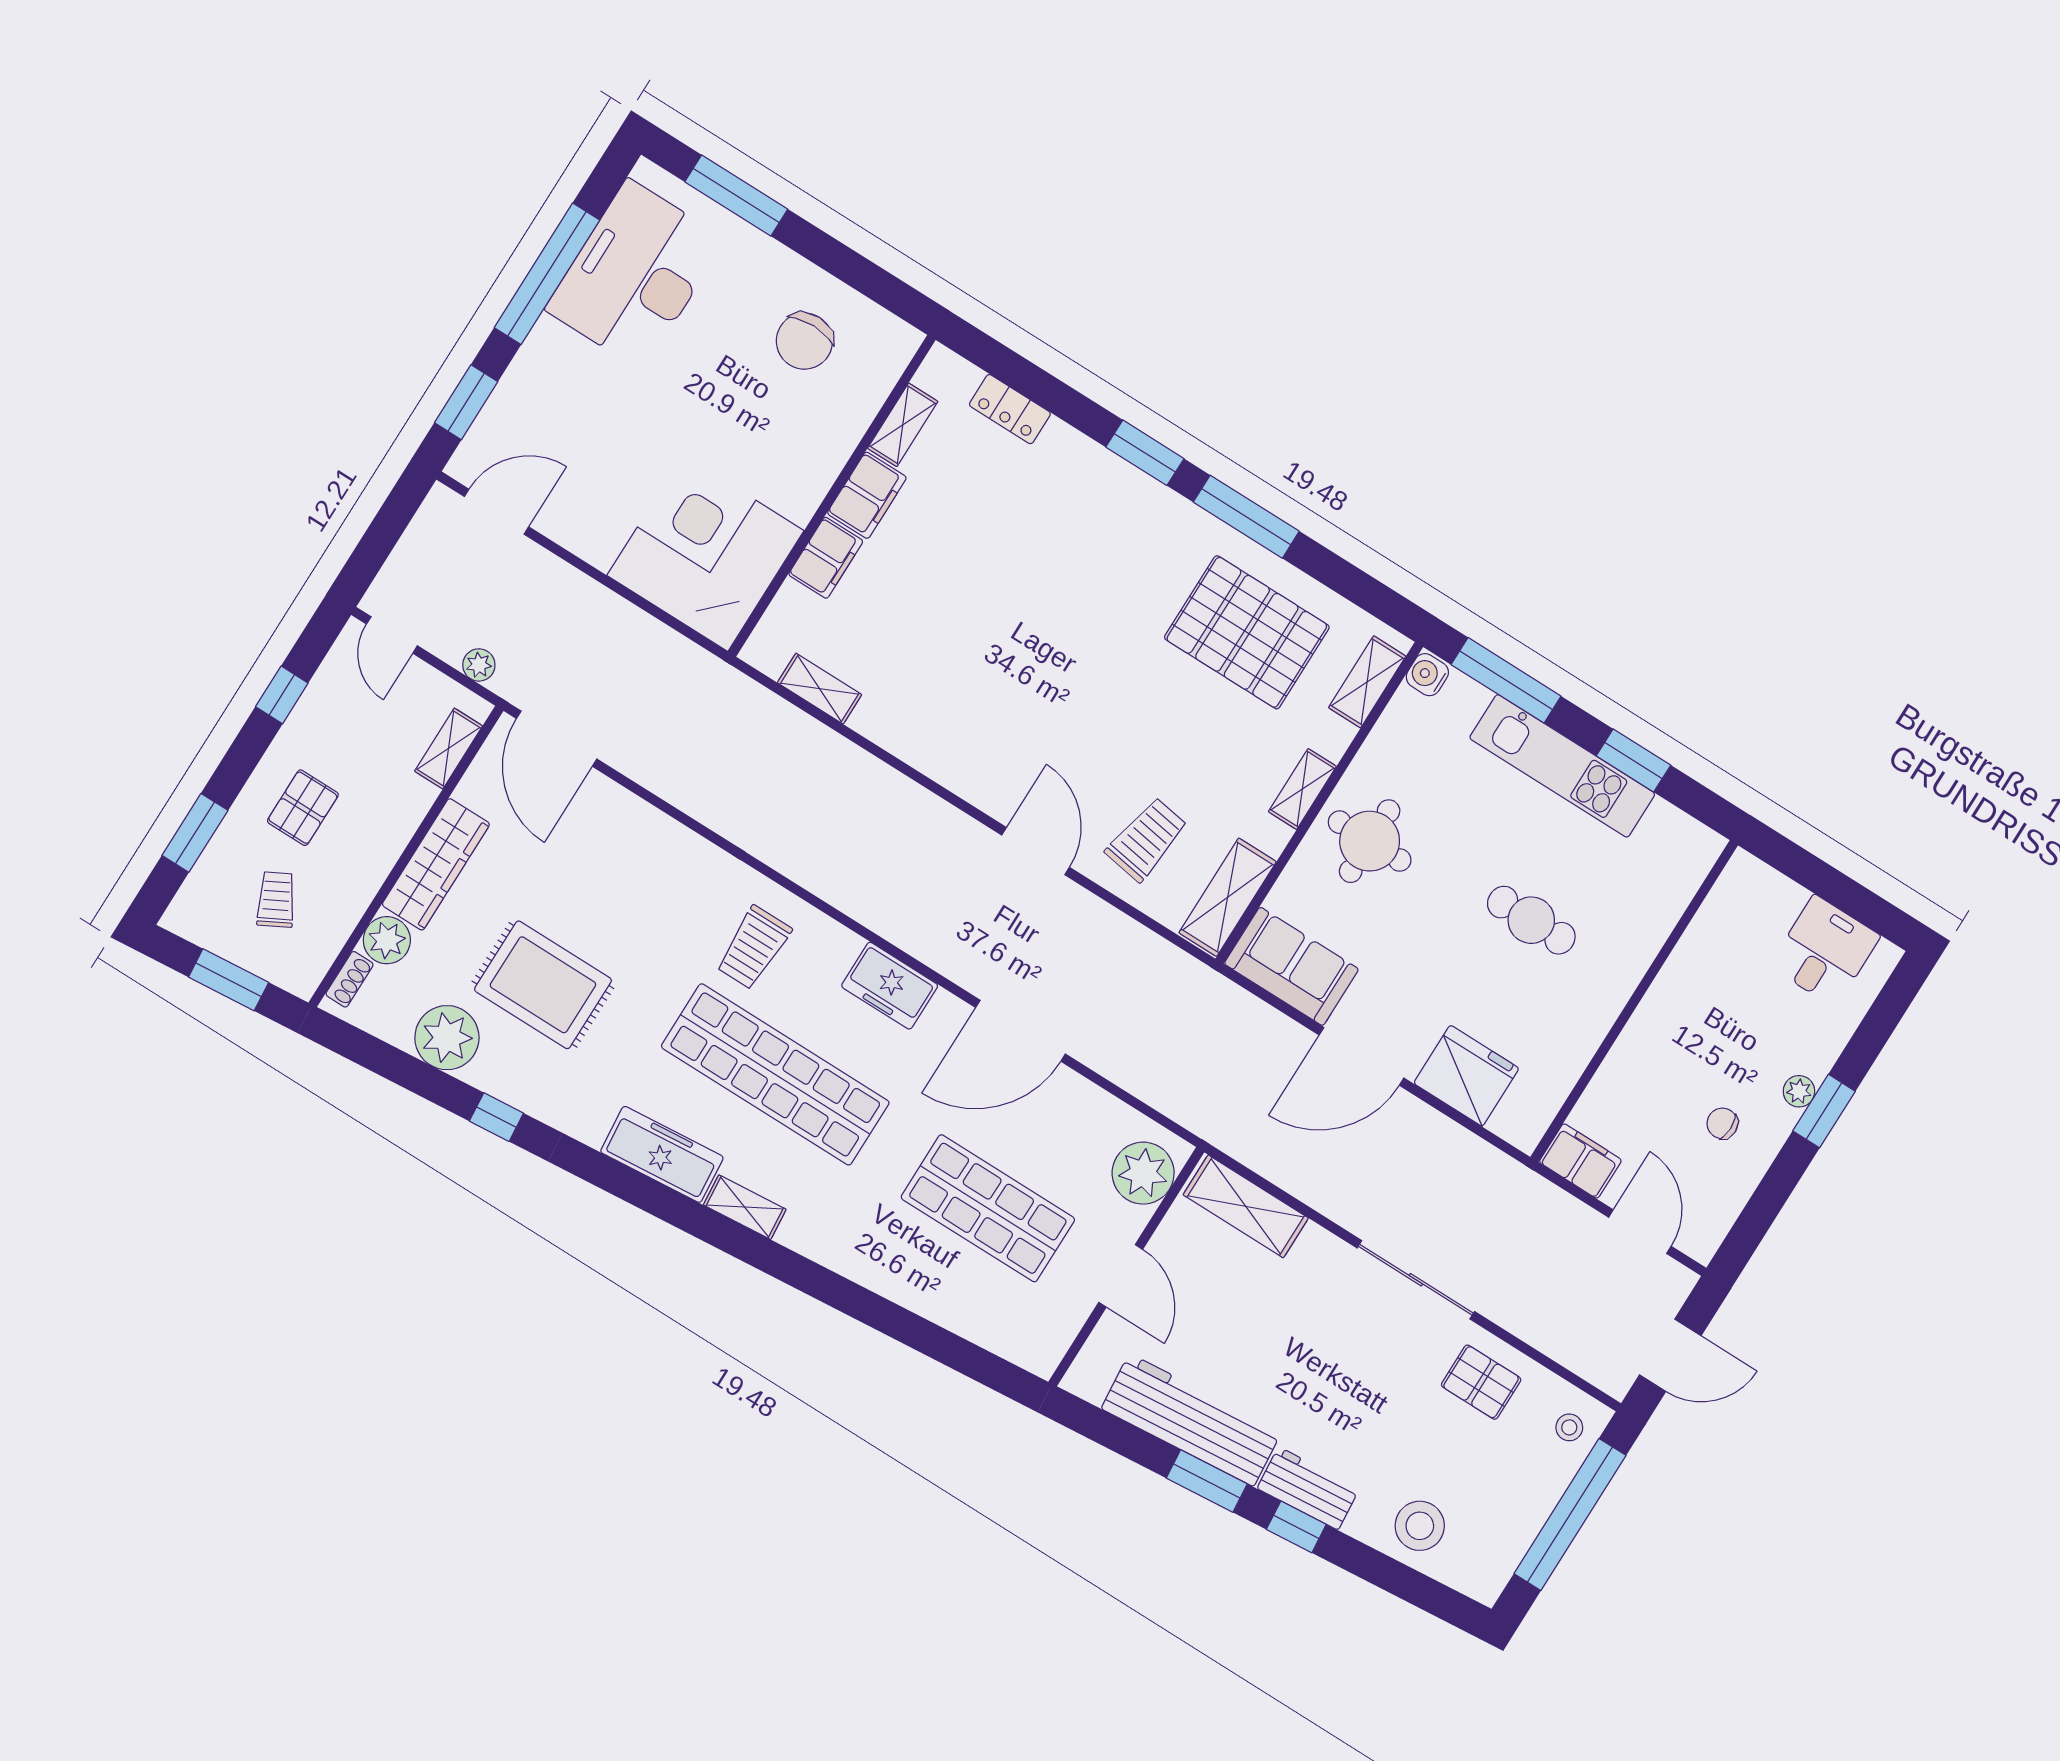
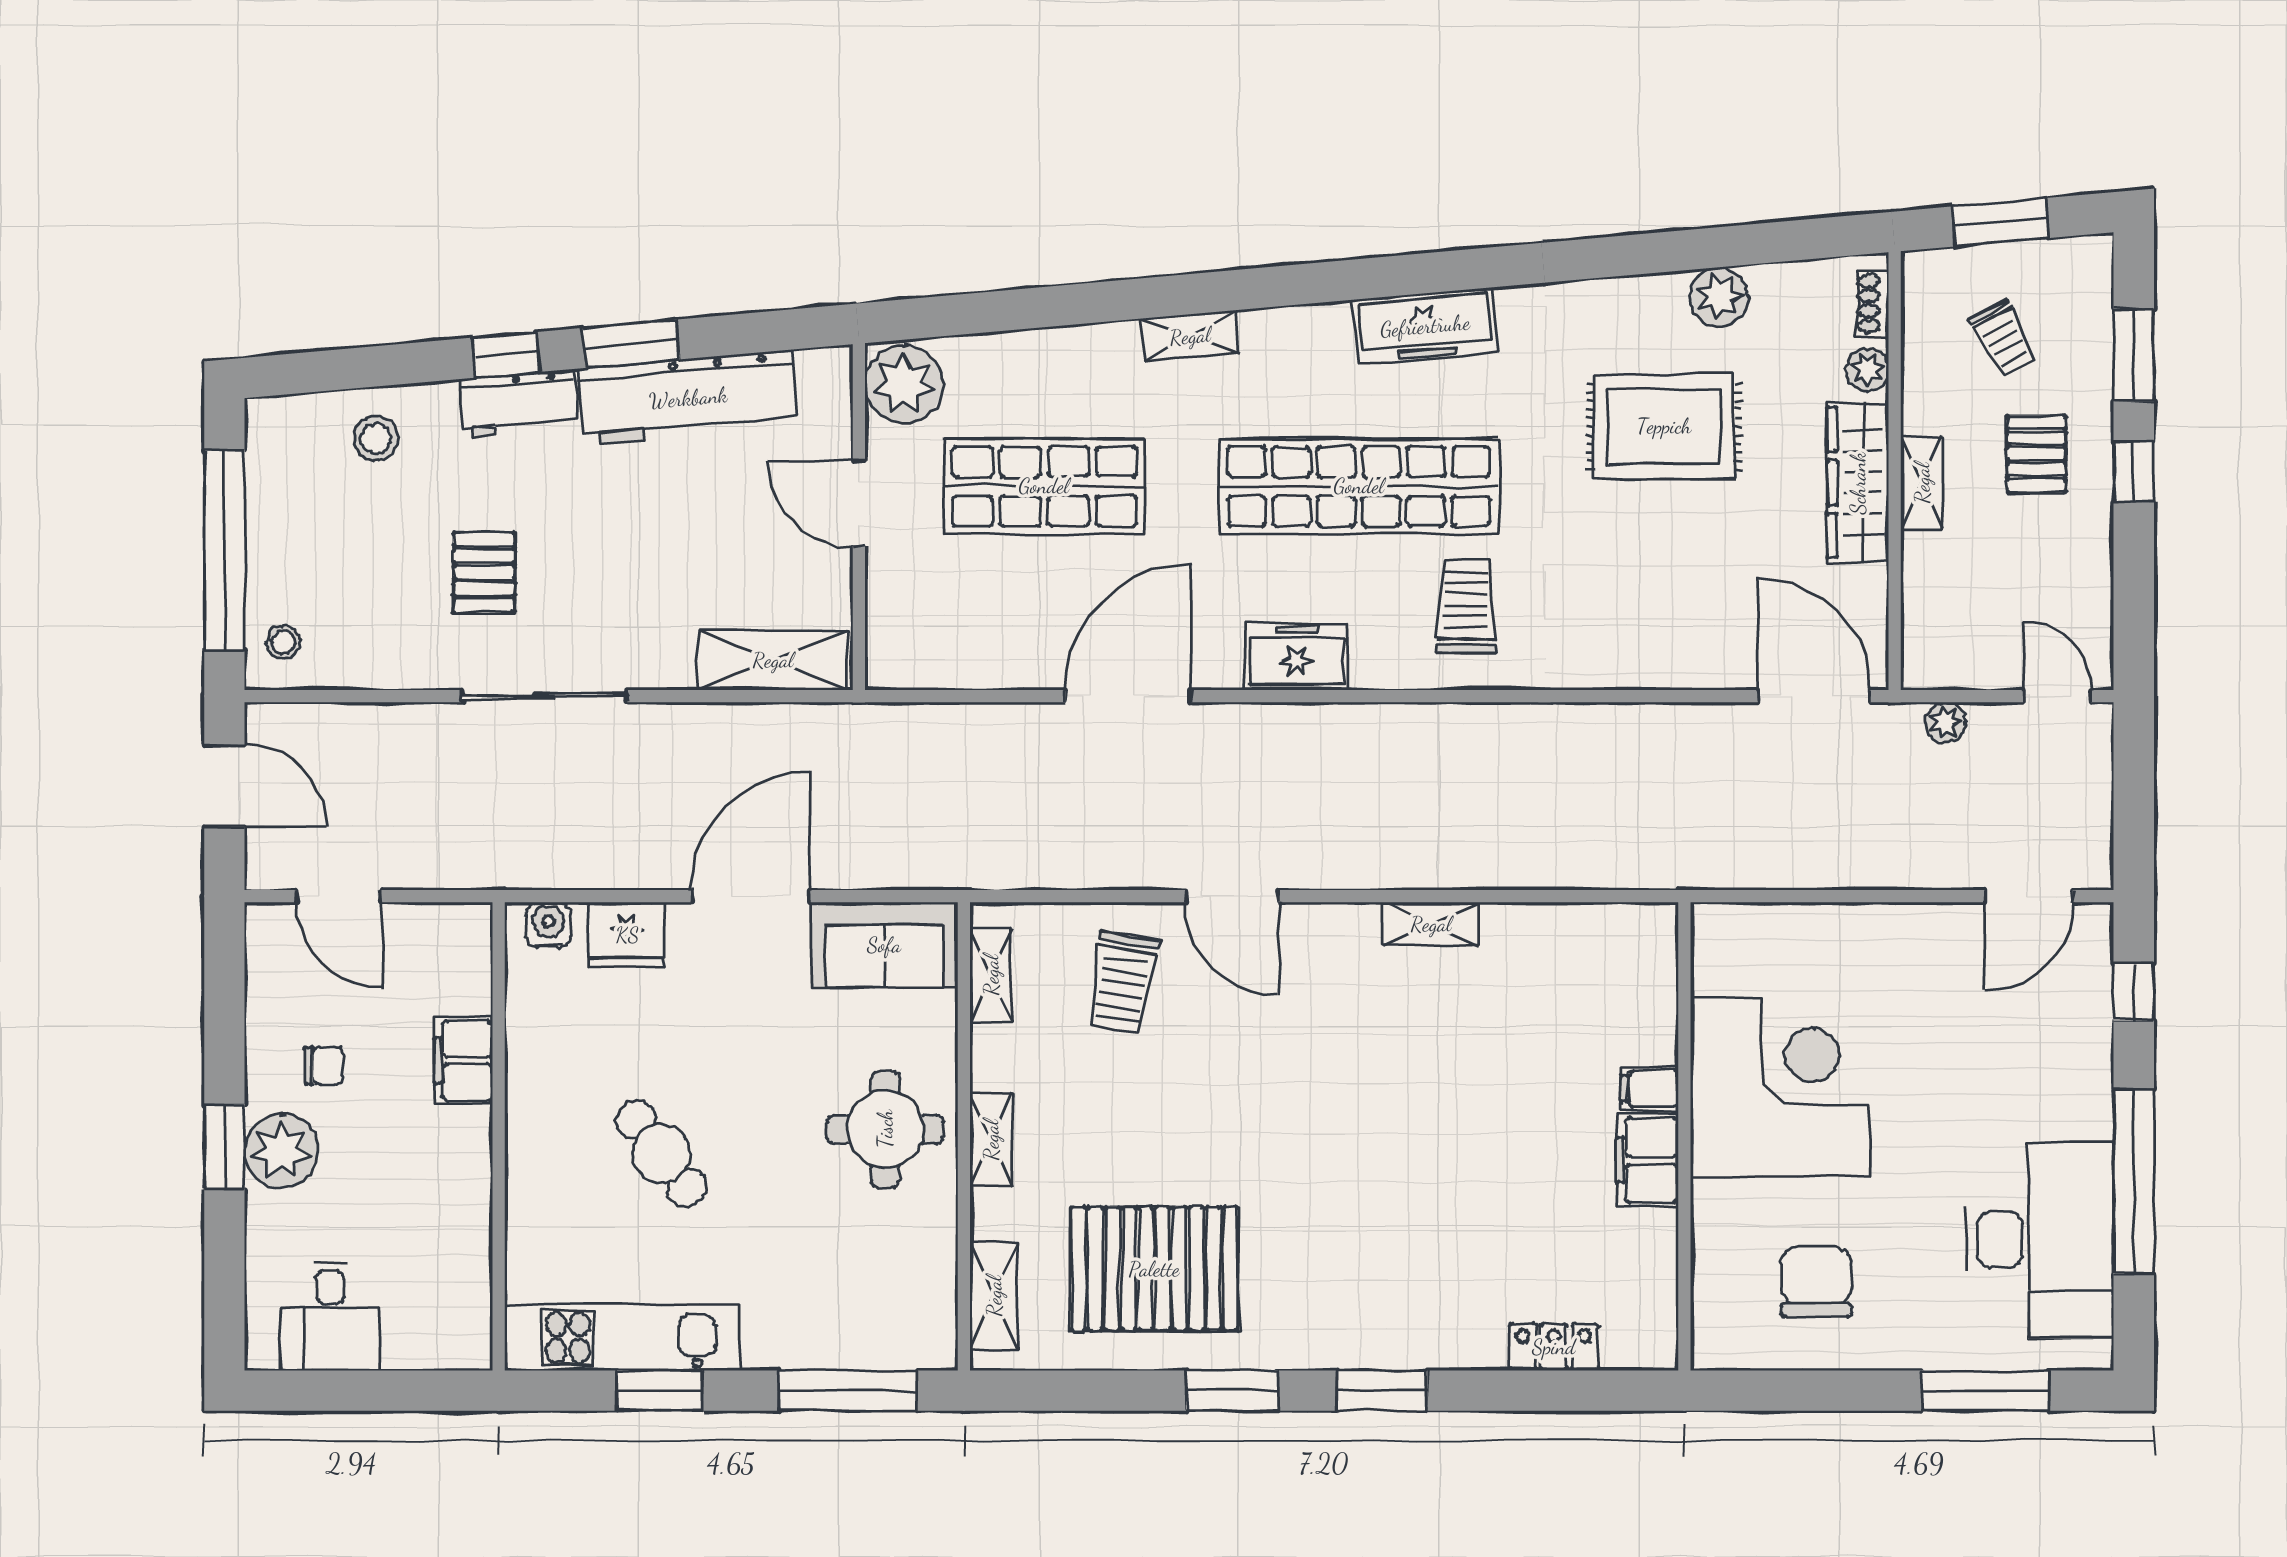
window: (466, 402) -> (2134, 992), width x0.67
shelving: (903, 425) -> (1657, 1259), removed
window: (1246, 517) -> (1232, 1391), width x0.69
corner desk: (705, 553) -> (1780, 1087), moved, turned -90
filing cabinet: (826, 558) -> (1650, 1089), width x0.50
water cooler: (1427, 675) -> (548, 925), moved, turned -90
shelving: (820, 689) -> (1431, 924), moved
window: (282, 695) -> (2134, 472), moved
shelving: (449, 748) -> (1922, 483), moved
kitchen unit: (1562, 766) -> (622, 1337), moved
shelving: (1228, 897) -> (991, 975), width x0.67, depth x0.75
cafe table: (1531, 920) -> (661, 1154), turned 53
plant: (387, 940) -> (1867, 370), width x0.73, depth x0.73
plant: (447, 1038) -> (1719, 297), width x0.73, depth x0.73
fridge: (1466, 1076) -> (627, 935), width x0.73, depth x0.75
plant: (1799, 1091) -> (281, 1151), width x1.88, depth x1.88
window: (496, 1117) -> (1625, 255), removed
filing cabinet: (1580, 1161) -> (463, 1061), moved, turned 90
plant: (1143, 1173) -> (904, 384), moved
shelving: (745, 1207) -> (1190, 336), moved
door: (1670, 1355) -> (224, 786), swing flipped
pallet: (1481, 1382) -> (484, 573), moved, turned 90
stool: (1420, 1526) -> (376, 438), width x0.73, depth x0.73

